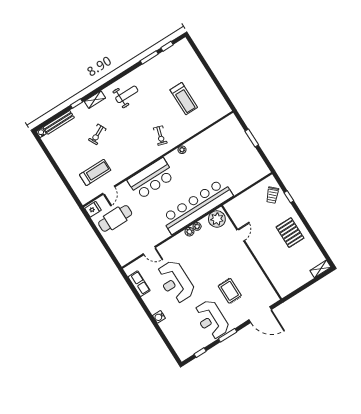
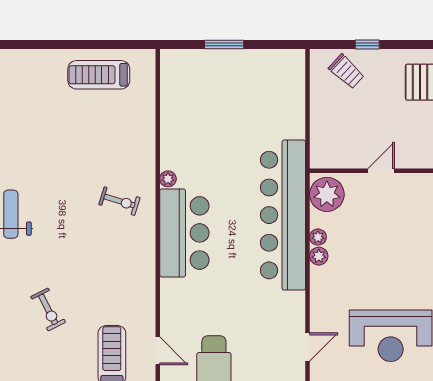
treadmill: (184, 99) -> (99, 75), moved, turned 180
bar counter: (151, 179) -> (184, 233), moved
door: (241, 235) -> (381, 171), hinge flipped

